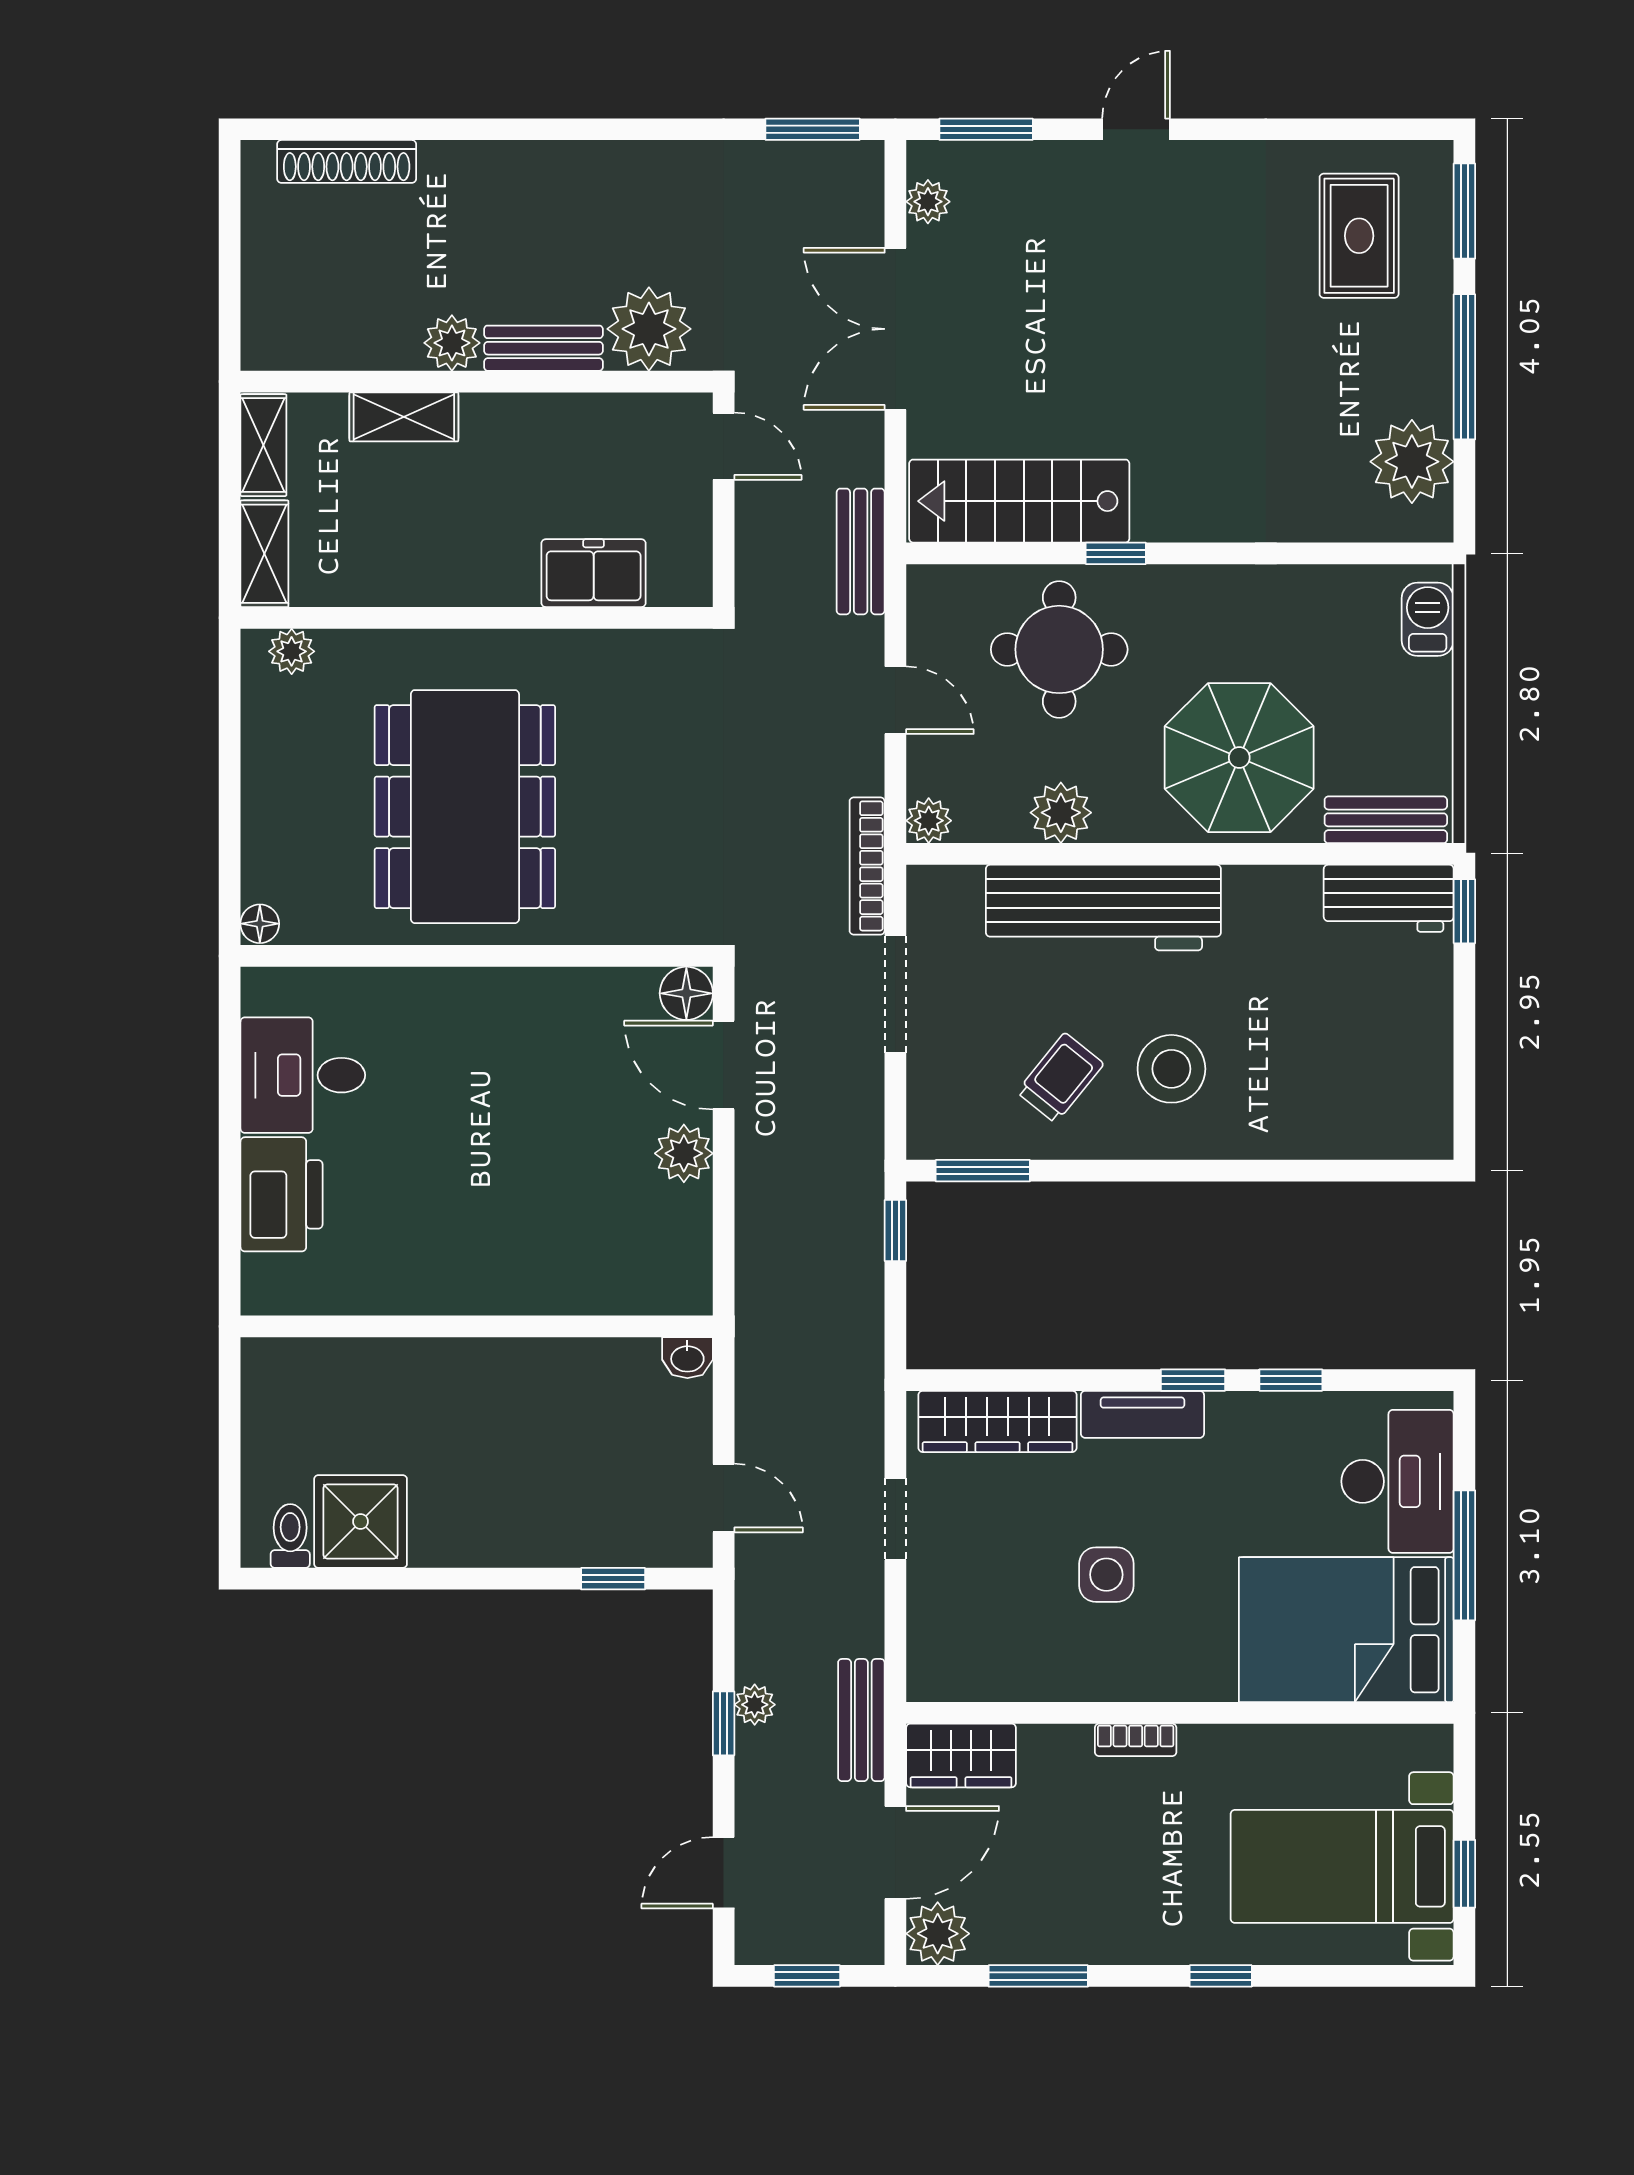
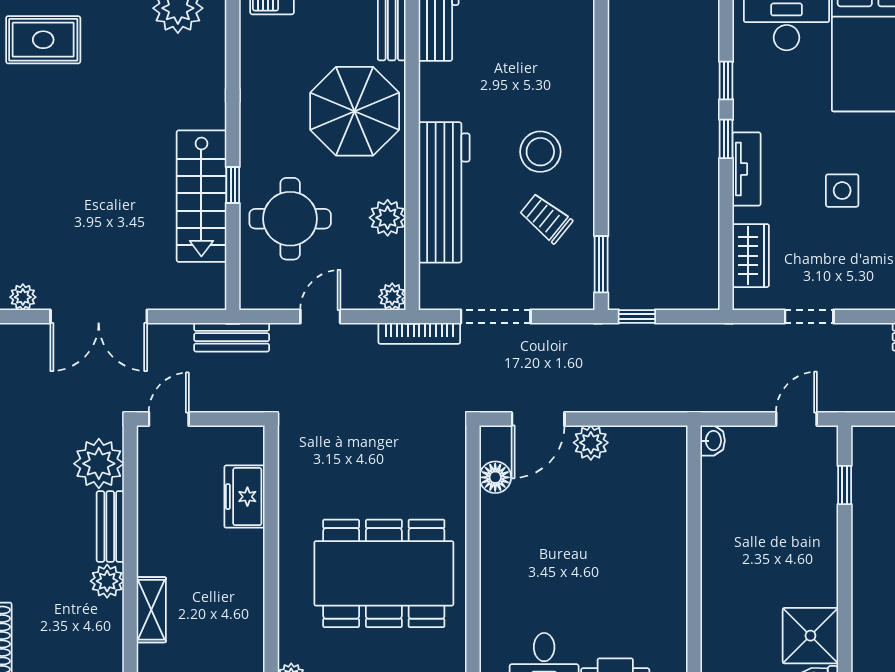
stairs: (1019, 501) -> (201, 196), moved
floor lamp: (686, 993) -> (495, 477), moved
wardrobe: (997, 1421) -> (751, 256), width x0.67

